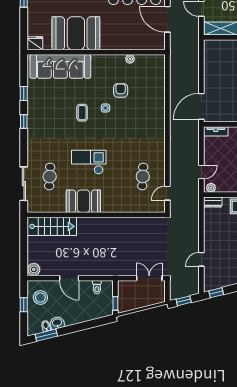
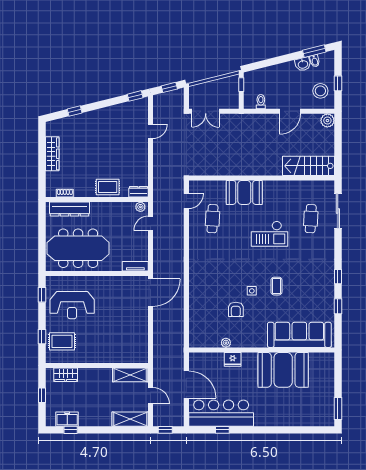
fridge: (35, 43) -> (233, 359), moved
booth: (83, 201) -> (244, 192), moved
door: (69, 278) -> (290, 111), swing flipped

